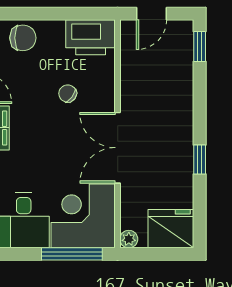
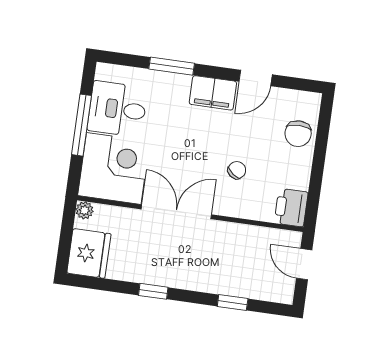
printer: (91, 37) -> (291, 208), width x0.73, depth x0.84
window: (200, 46) -> (233, 303), moved
window: (72, 254) -> (82, 125), moved

